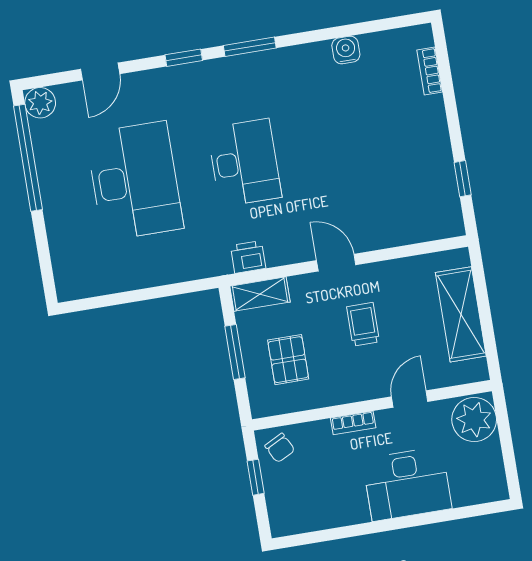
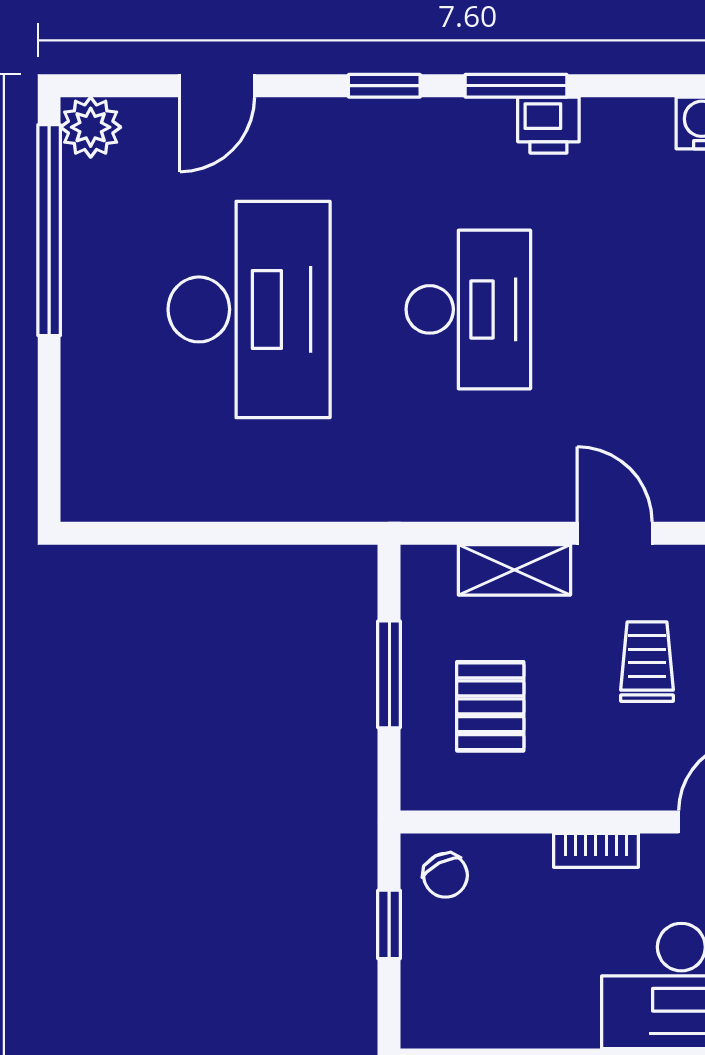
printer: (248, 257) -> (548, 125), moved, turned 180
shelving: (260, 294) -> (514, 570), moved

